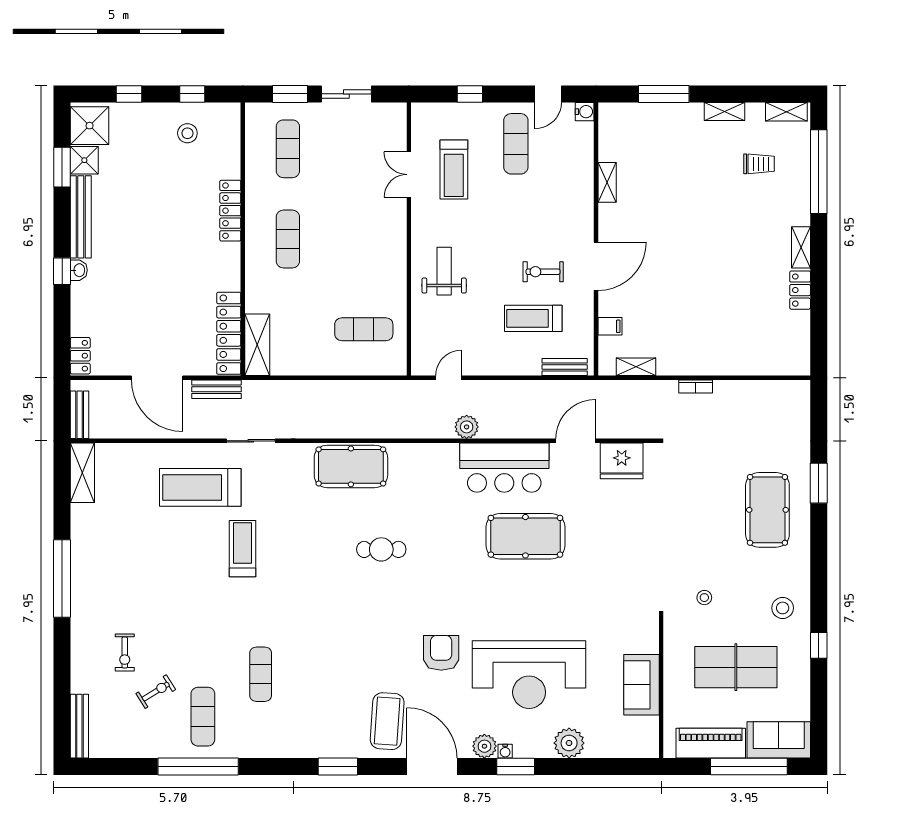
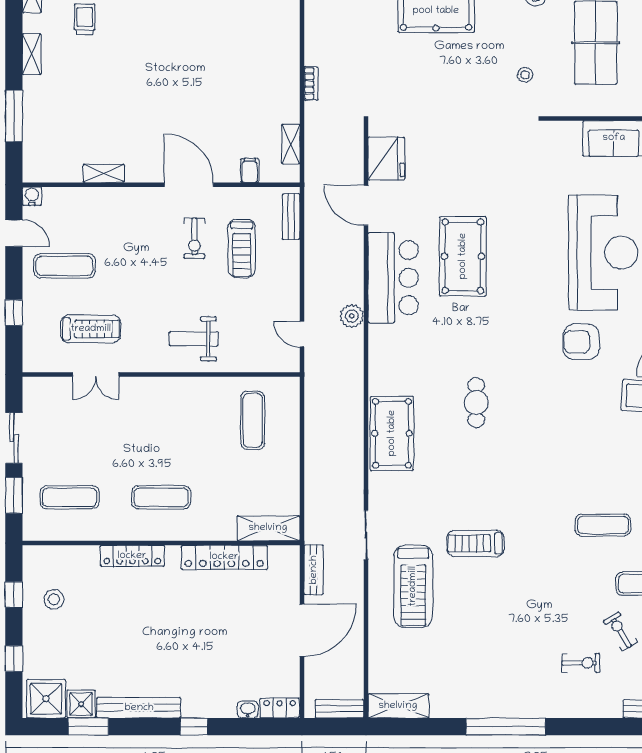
washbasin: (79, 270) -> (248, 710), moved
locker: (229, 333) -> (224, 557), moved

